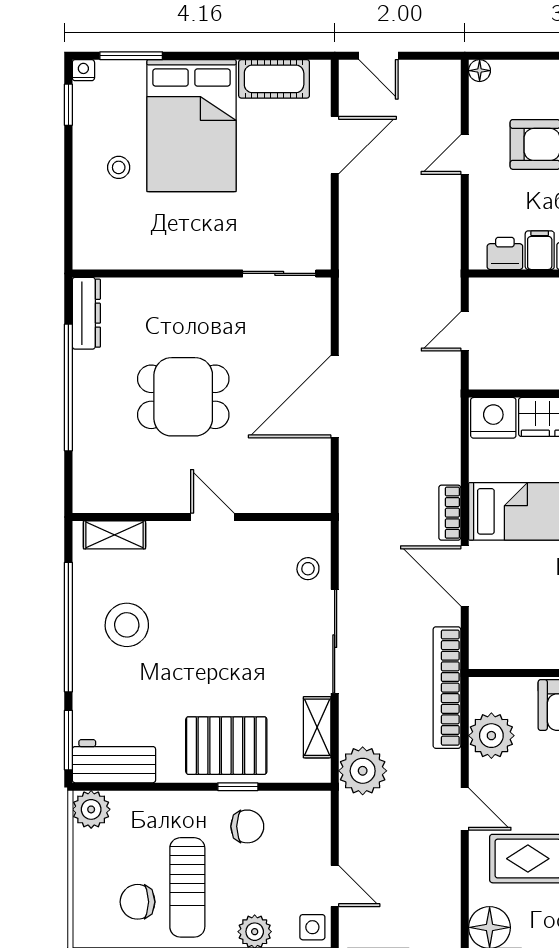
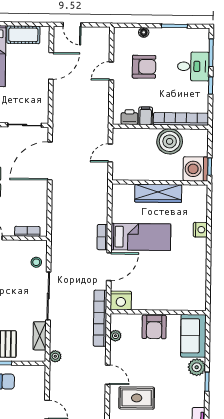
floor lamp: (480, 71) -> (144, 32), moved
door: (335, 397) -> (50, 161), moved
nightstand: (493, 418) -> (121, 300), moved, turned 180
bookcase: (288, 502) -> (27, 231), added
door: (465, 576) -> (109, 267), swing flipped
plant: (491, 736) -> (116, 336), width x0.53, depth x0.53
plant: (363, 771) -> (55, 356), width x0.53, depth x0.53

